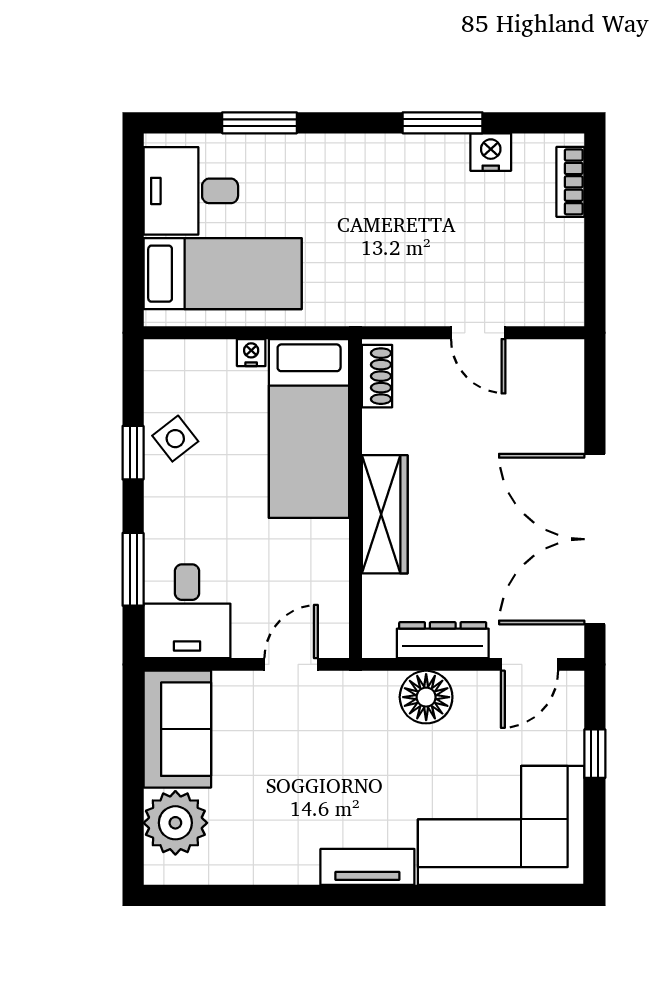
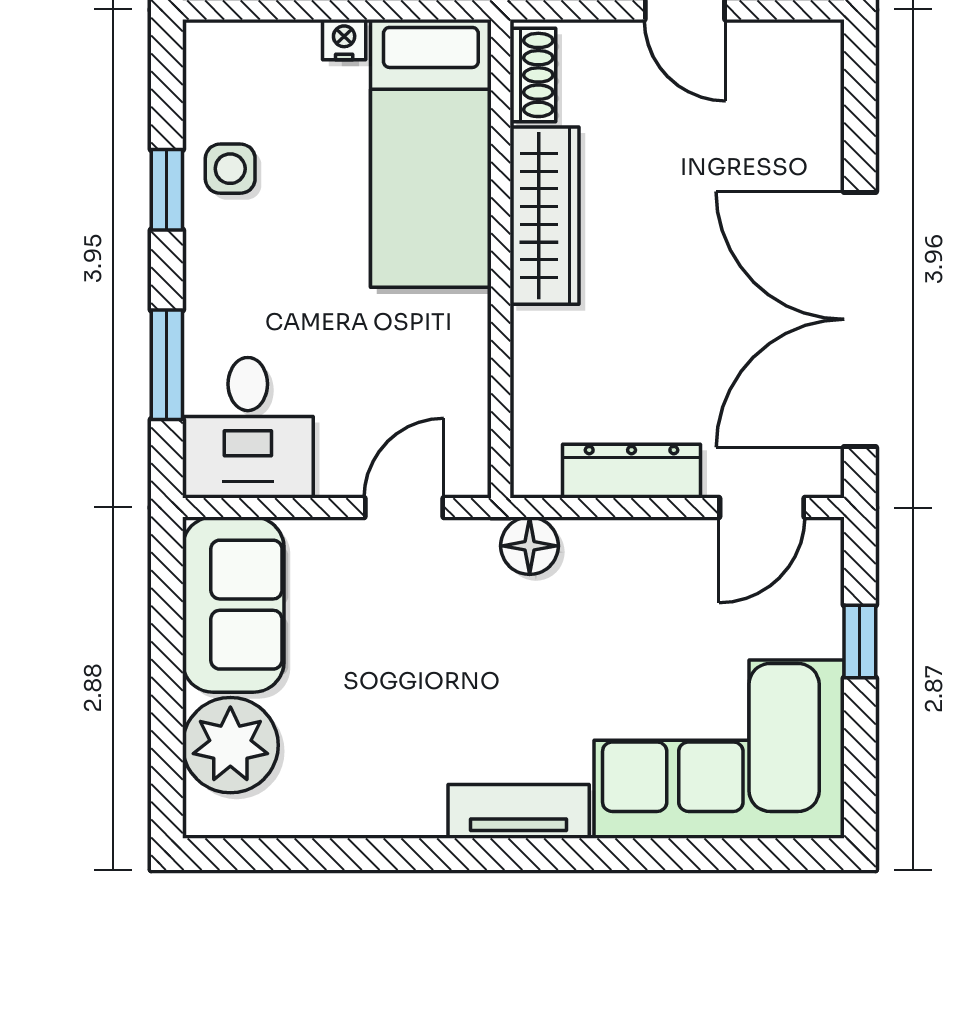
side table: (175, 439) -> (230, 169), turned 38
wardrobe: (385, 514) -> (544, 216), moved
floor lamp: (426, 697) -> (530, 546), moved, width x0.73, depth x0.73

